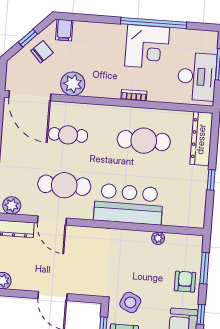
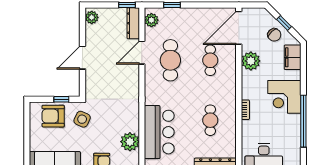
filing cabinet: (64, 30) -> (293, 57), width x2.00
corner desk: (147, 47) -> (284, 97), moved
cafe table: (144, 141) -> (210, 120), width x0.73, depth x0.74
bar counter: (129, 204) -> (159, 132), moved
plant: (158, 238) -> (130, 142), width x1.88, depth x1.88

